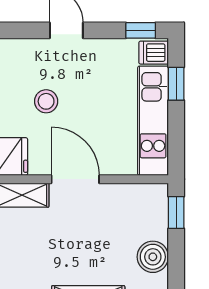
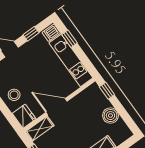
window: (141, 30) -> (31, 34), moved
stool: (46, 101) -> (14, 95), moved

